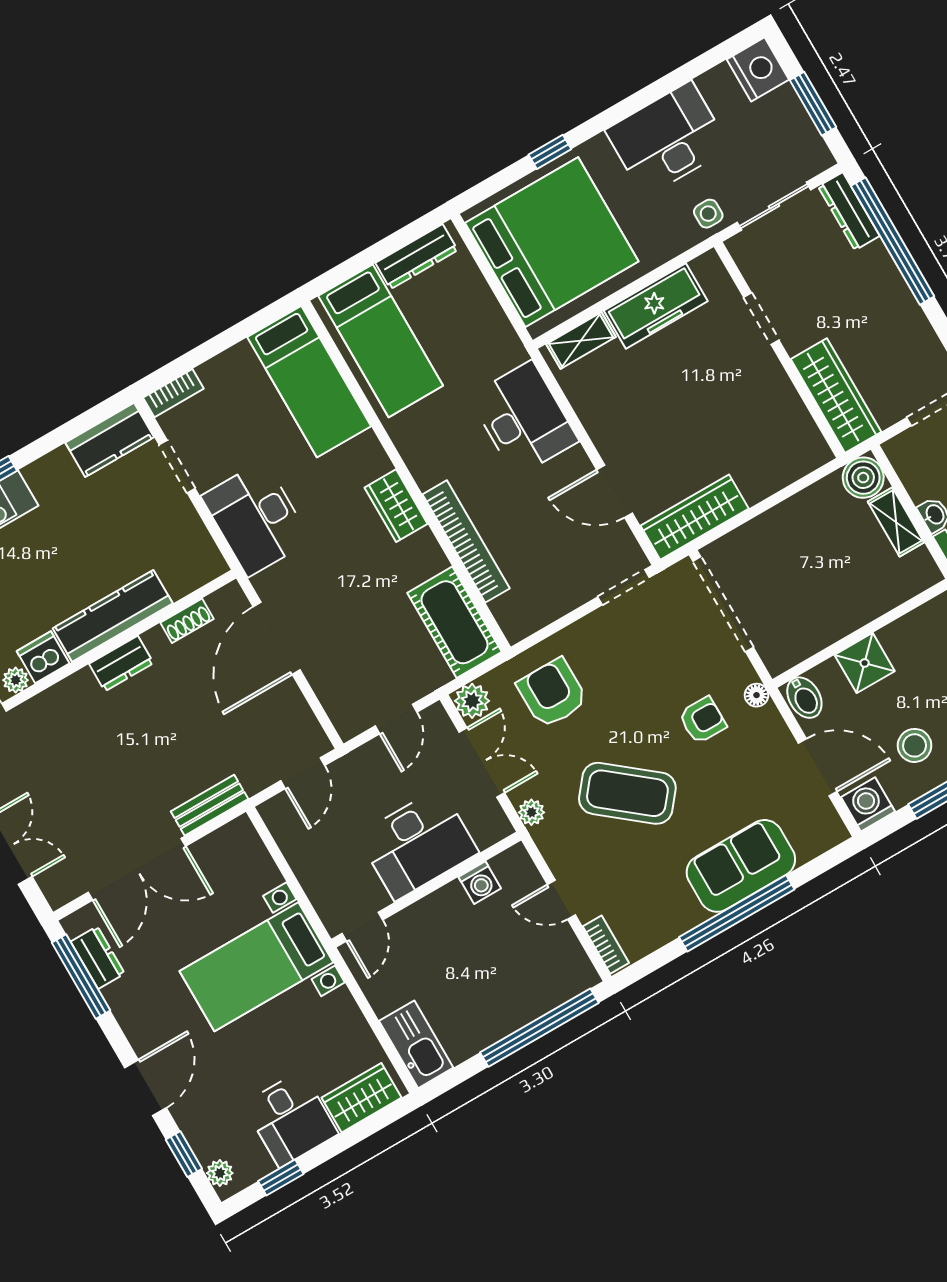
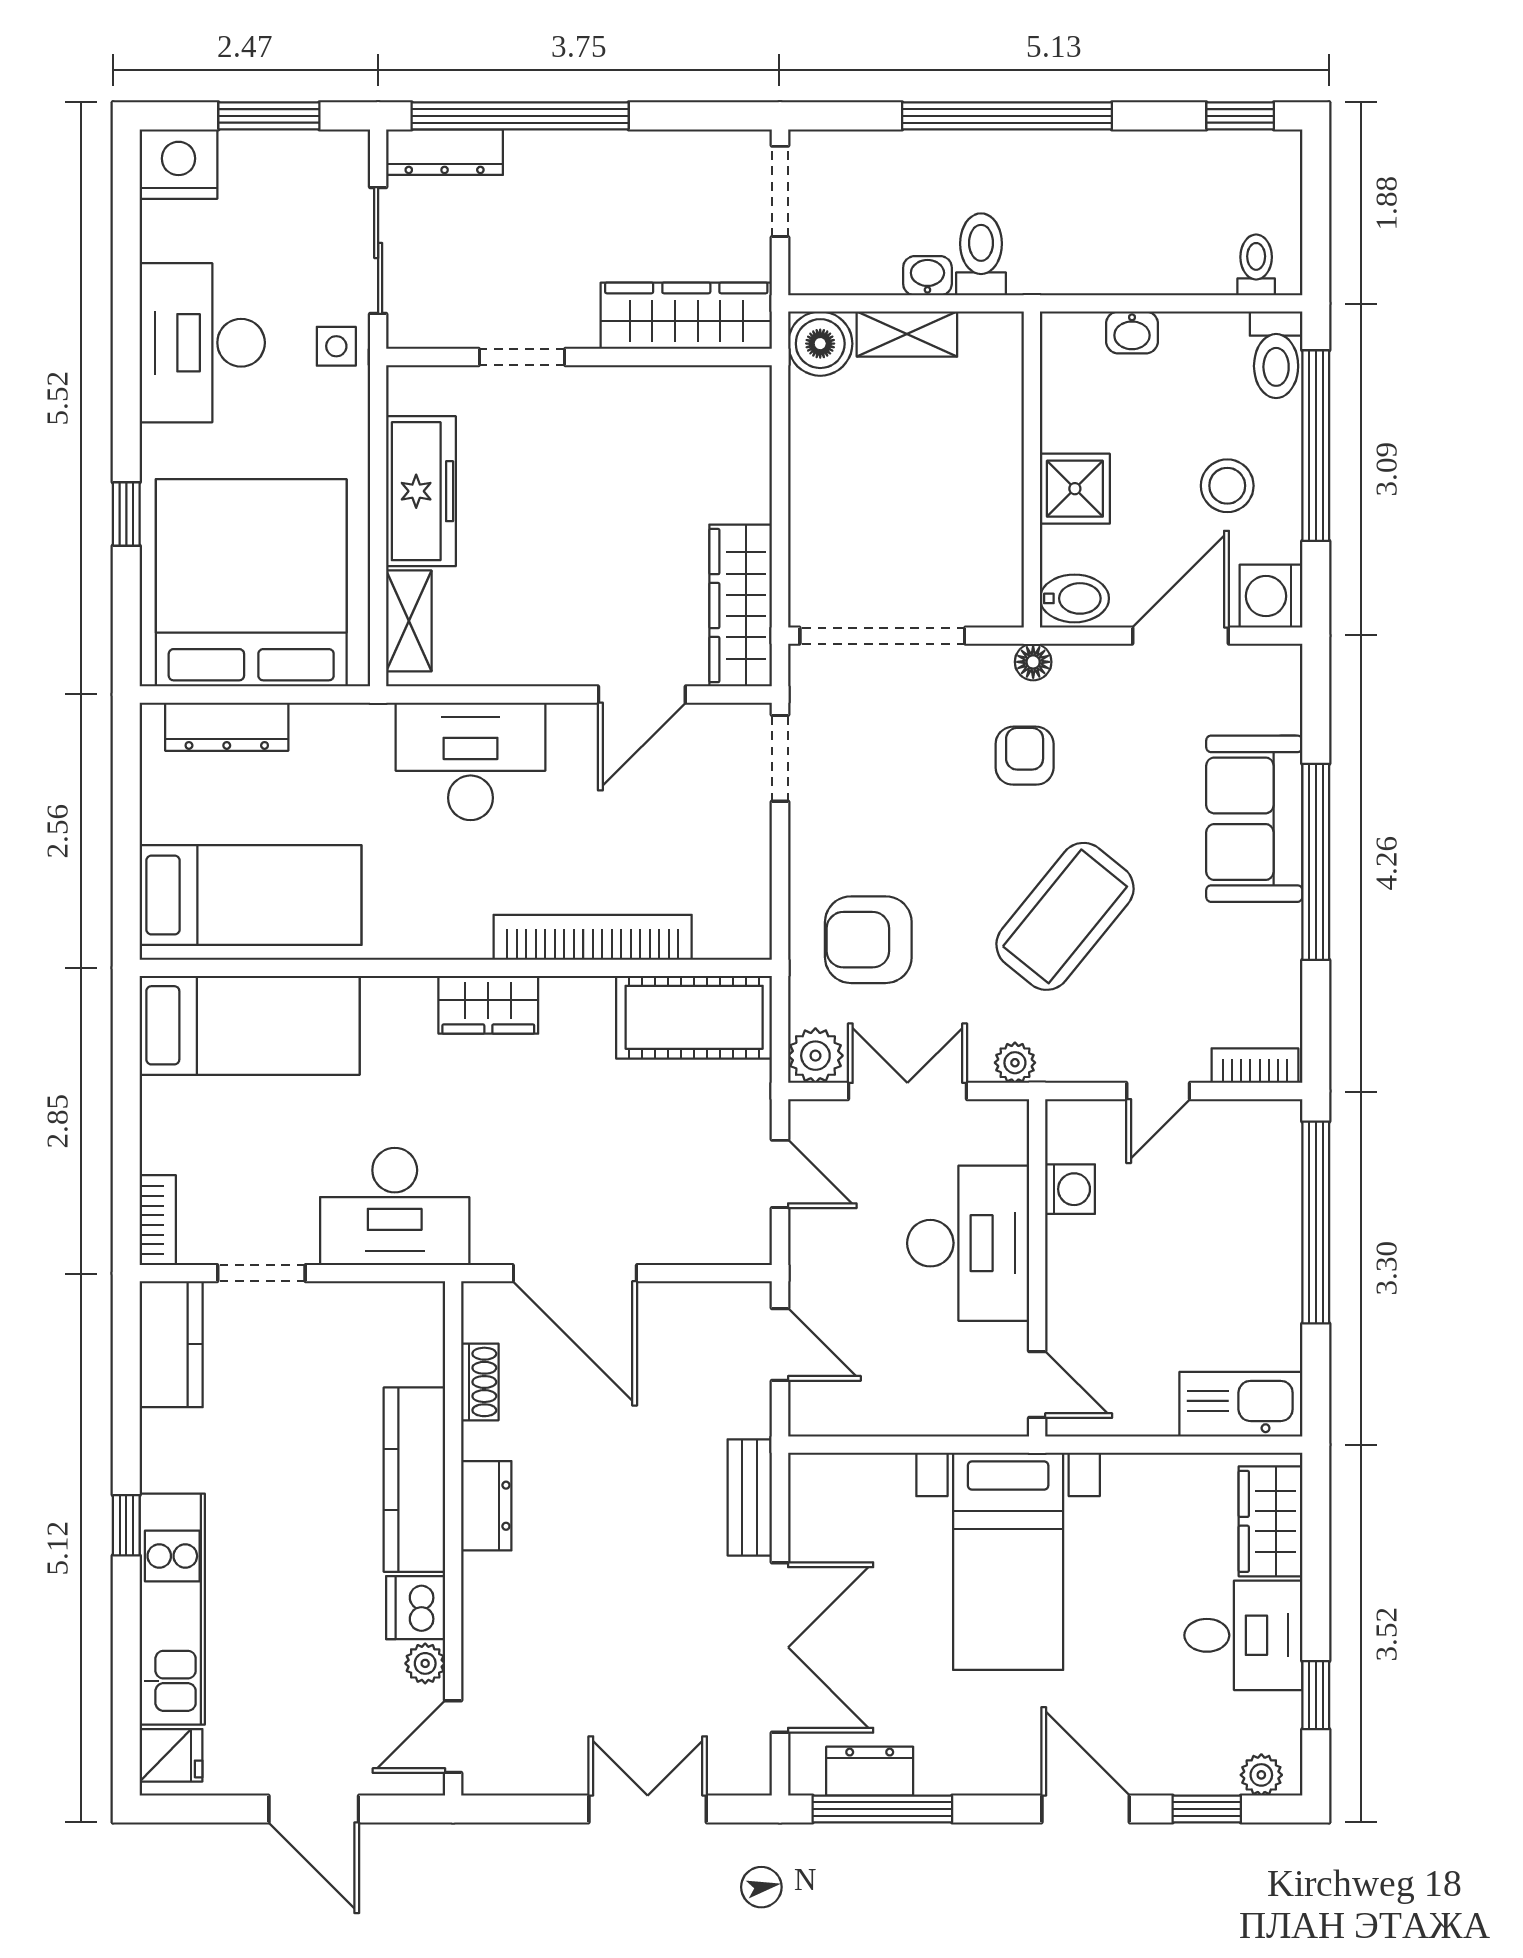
dresser: (417, 257) -> (227, 727), moved, turned 90

